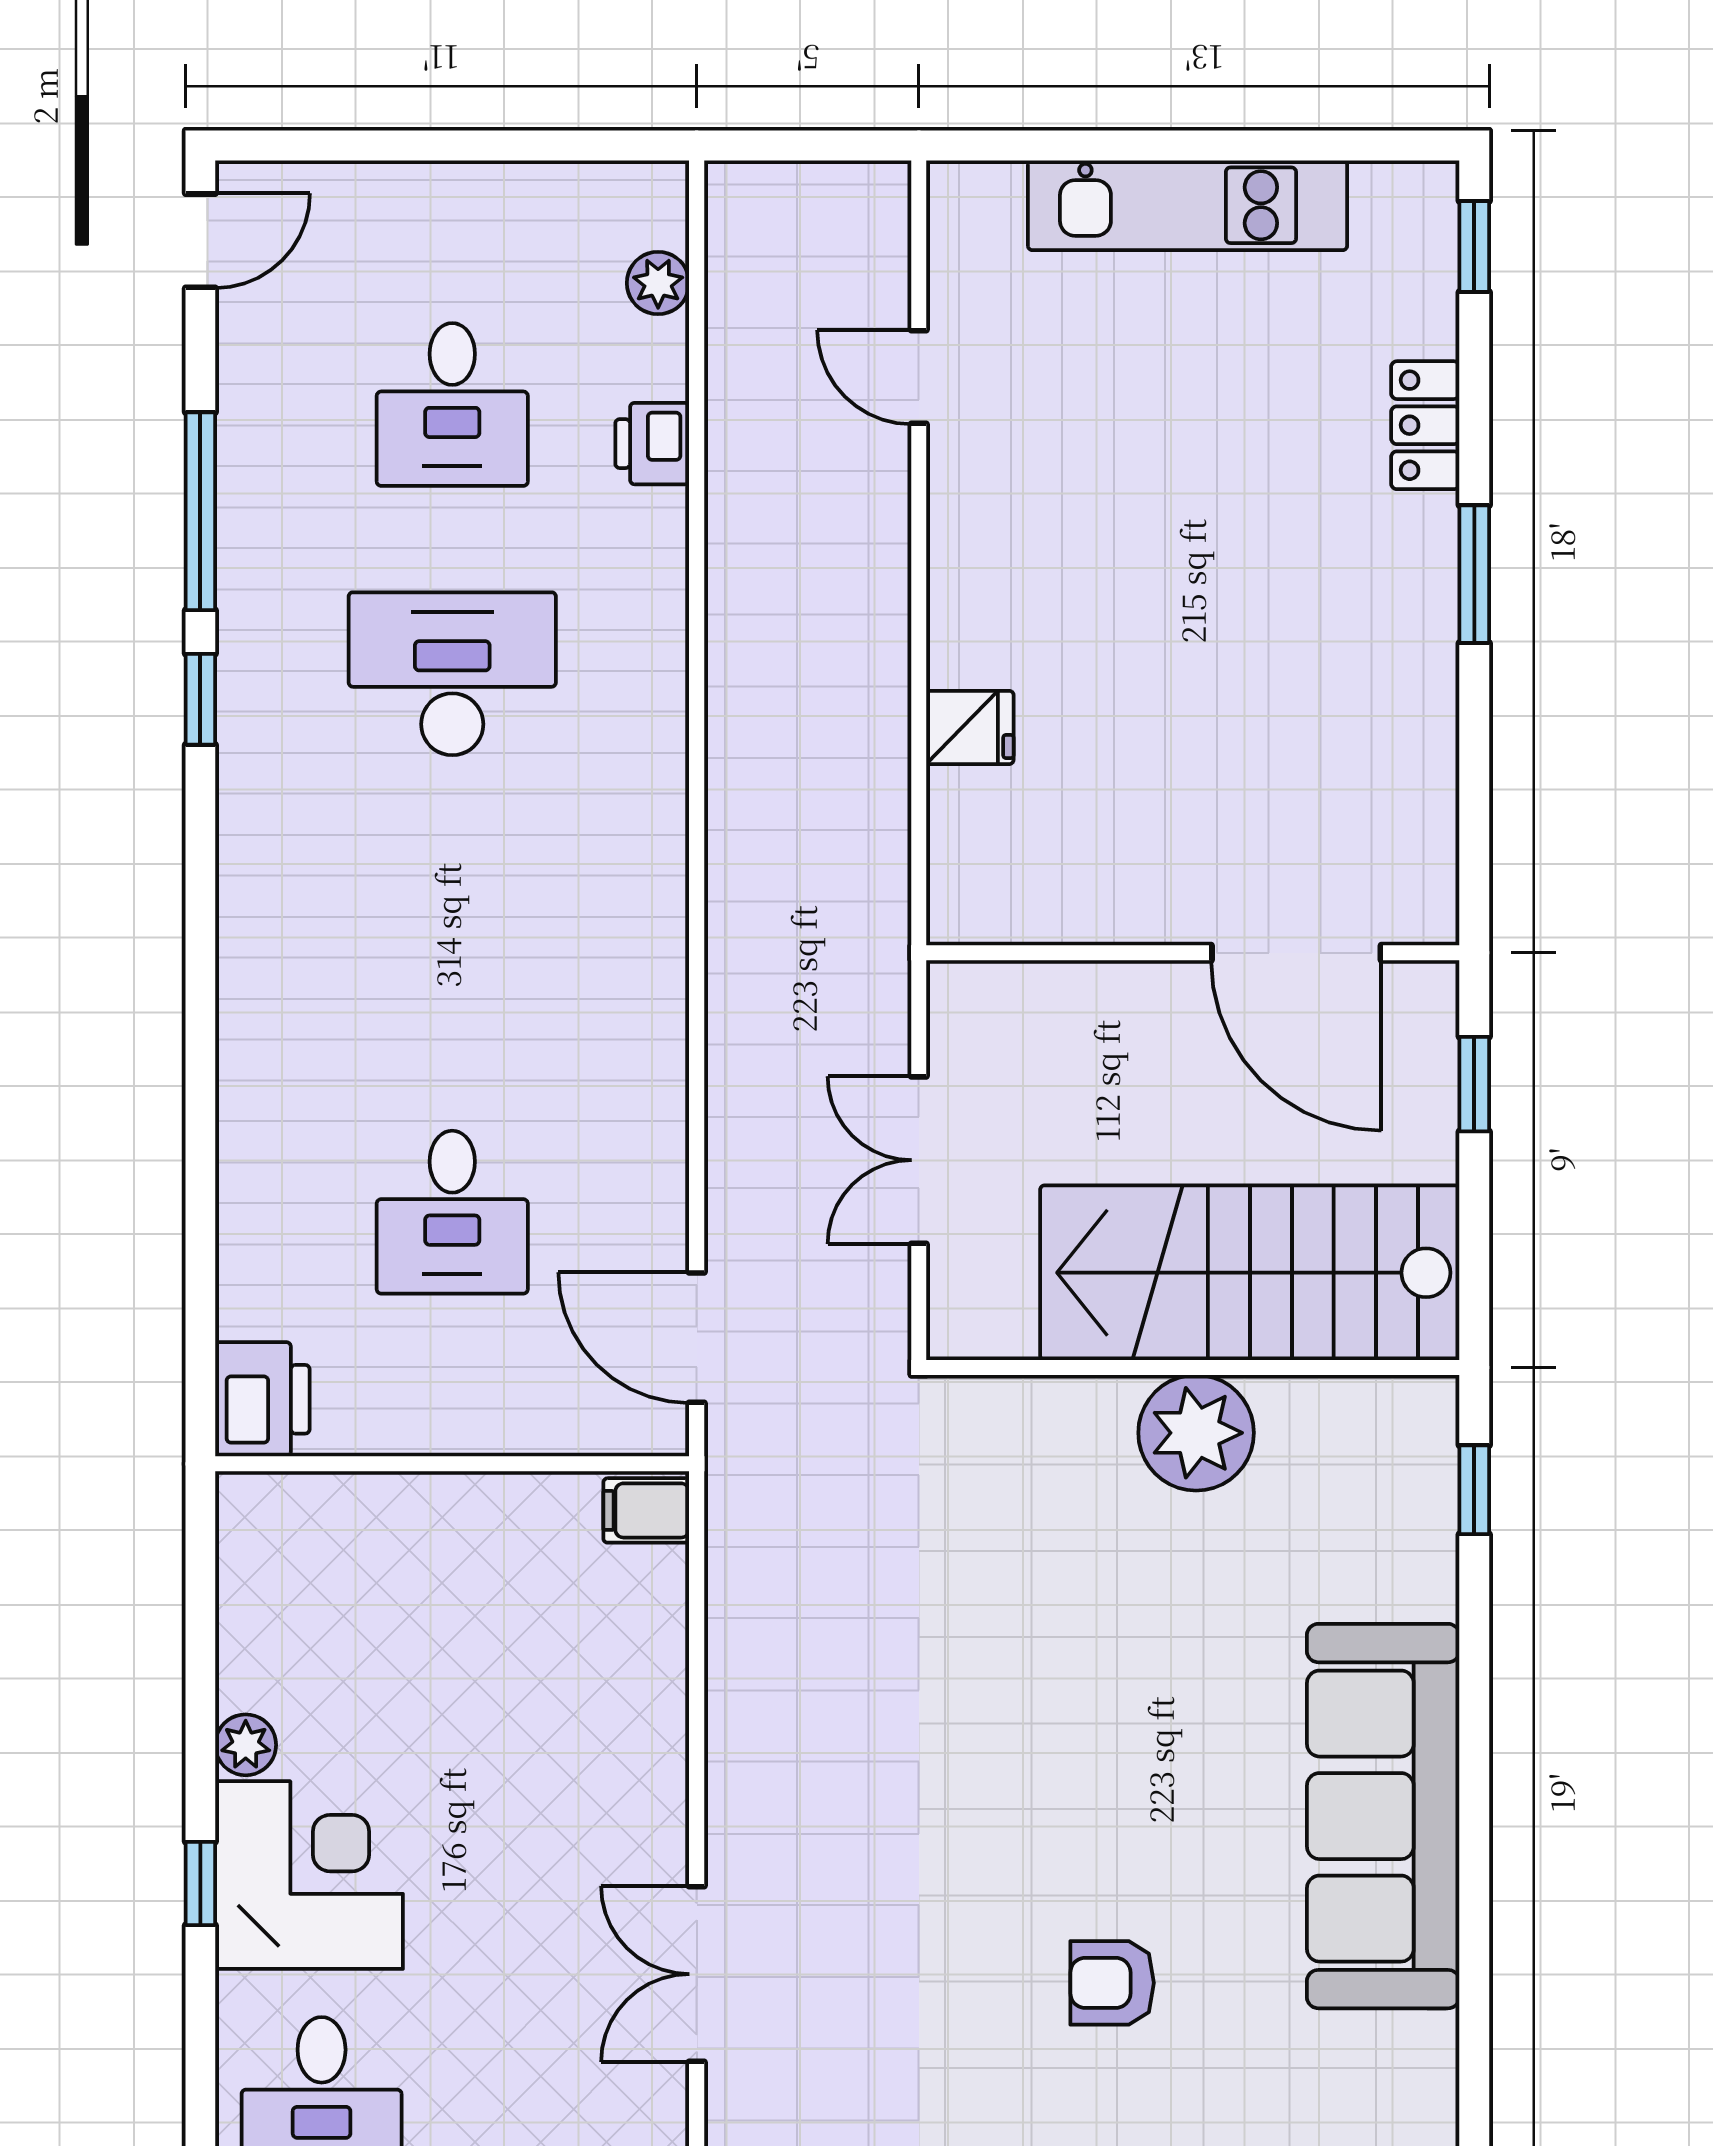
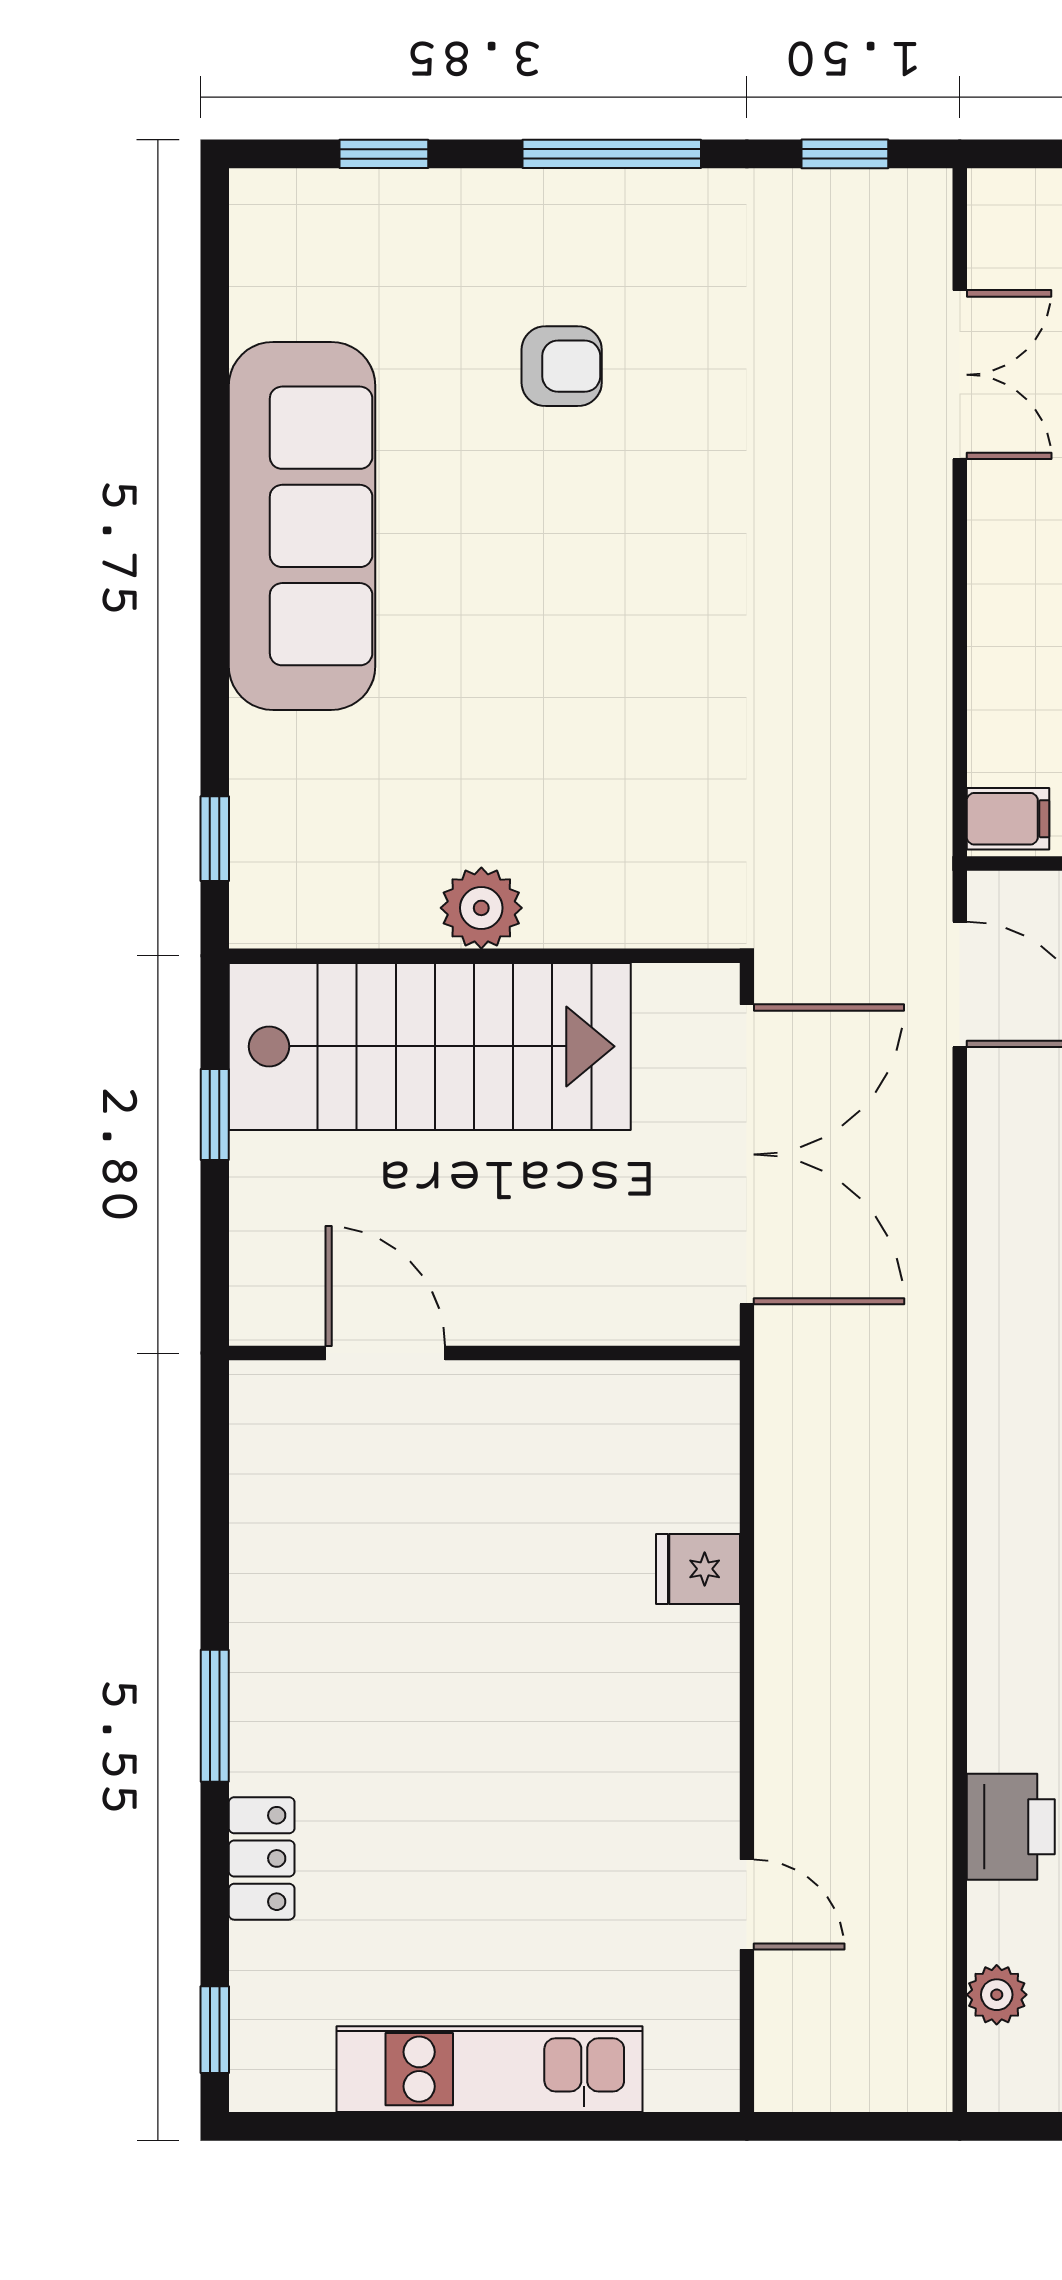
printer: (652, 444) -> (1011, 1827), width x1.36, depth x1.24
door: (1296, 953) -> (385, 1353), width x0.73
window: (1474, 1084) -> (215, 1115), moved
double door: (919, 1160) -> (747, 1154), width x1.87
plant: (1196, 1433) -> (481, 908), width x0.73, depth x0.73

